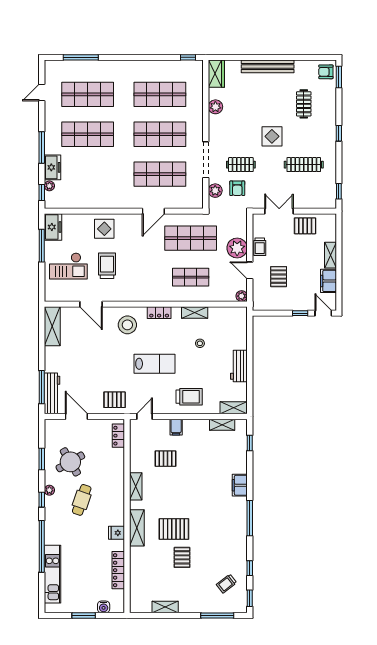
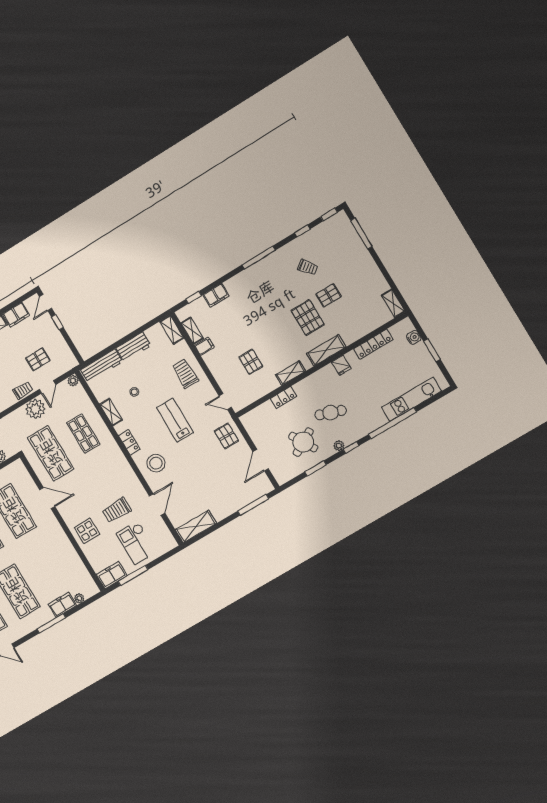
window: (42, 192) -> (89, 601), removed
checkout: (68, 266) -> (136, 543), turned 180
workbench: (52, 393) -> (102, 366), moved, turned 180
filing cabinet: (176, 427) -> (204, 346), moved
locker: (118, 436) -> (284, 397), moved
filing cabinet: (240, 485) -> (216, 295), moved
trolley: (227, 584) -> (308, 267), moved
shelving: (165, 607) -> (393, 303), moved

